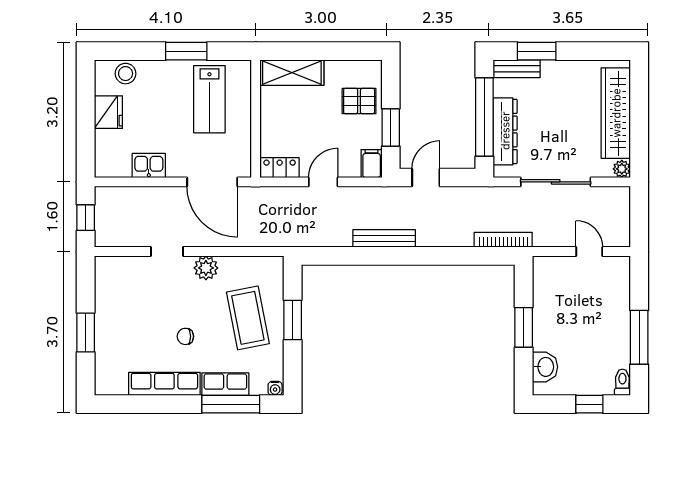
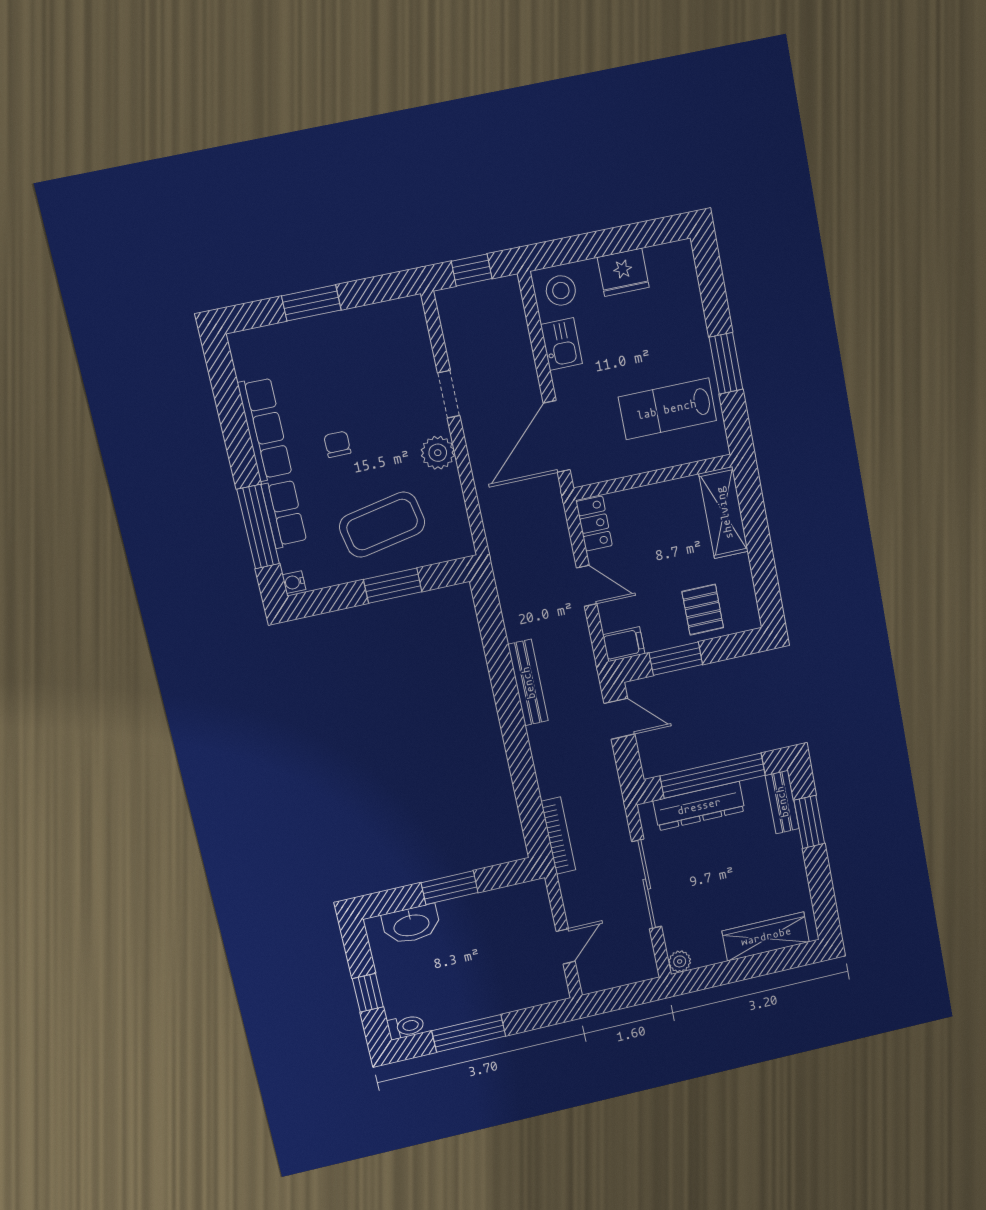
stool: (126, 74) -> (561, 290), moved
wardrobe: (616, 113) -> (766, 936), width x0.71, depth x0.85
washbasin: (545, 367) -> (411, 924), width x1.38

